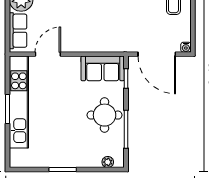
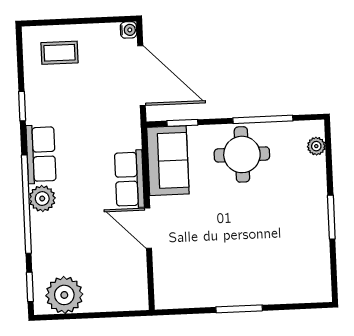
row of seats: (18, 31) -> (129, 179), moved, turned -90
door: (48, 54) -> (148, 228), moved
door: (157, 54) -> (142, 76), hinge flipped
kitchen unit: (19, 102) -> (227, 291), removed

